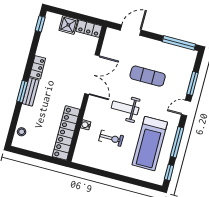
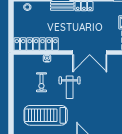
exercise mat: (148, 76) -> (101, 99), removed
weight bench: (125, 108) -> (70, 87), turned 180

